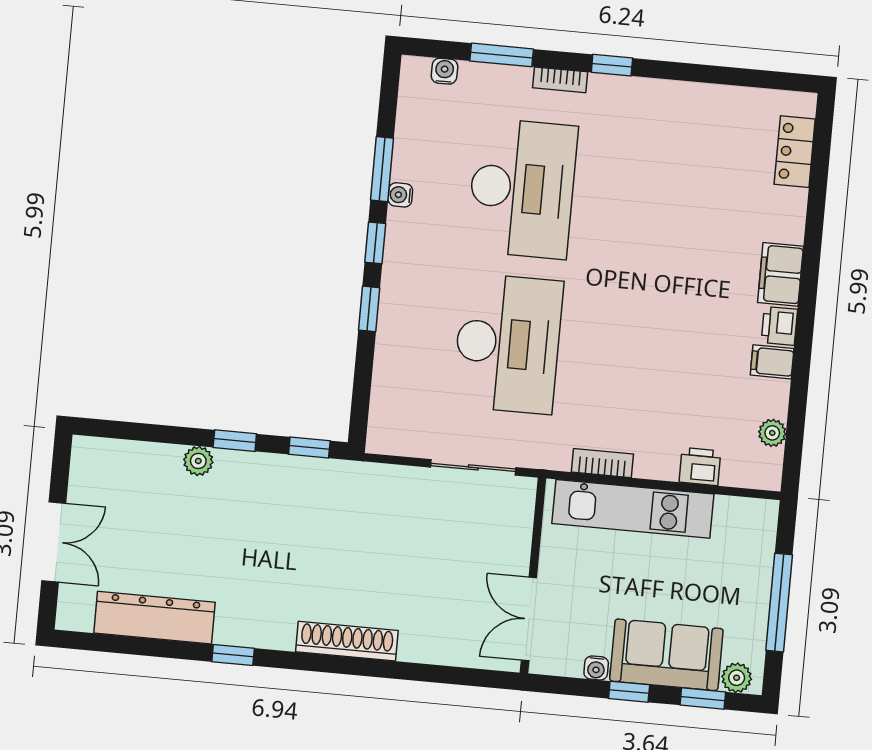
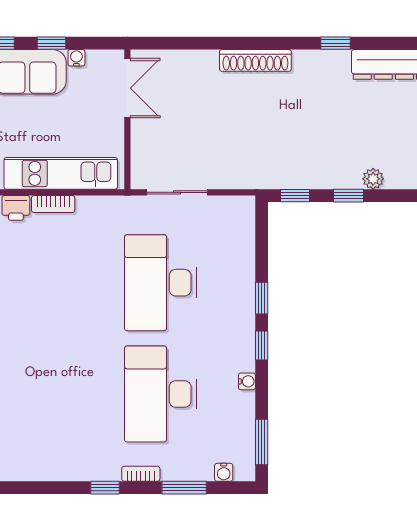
window: (382, 169) -> (262, 442), moved
bookcase: (602, 463) -> (53, 204), moved

